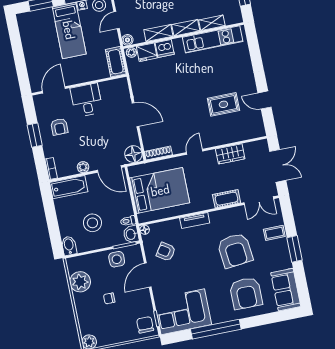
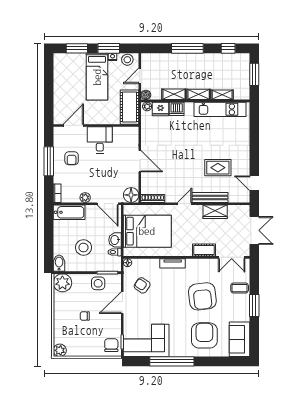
cot: (116, 62) -> (129, 107), width x1.37, depth x1.34
door: (265, 100) -> (254, 183), moved
window: (35, 135) -> (49, 161), width x1.44
bench: (221, 139) -> (210, 197), added
washbasin: (131, 234) -> (115, 240), moved
plant: (80, 282) -> (62, 283), moved
armchair: (246, 293) -> (204, 335), turned 180

